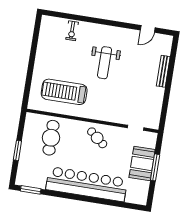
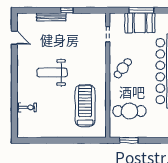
weight bench: (105, 63) -> (52, 73), turned 180
window: (168, 89) -> (67, 10), added
treadmill: (64, 92) -> (85, 106), turned 180
window: (17, 150) -> (129, 140), moved

